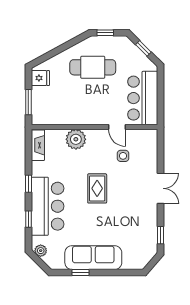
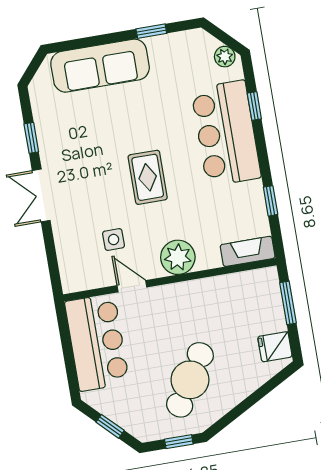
cafe table: (93, 67) -> (190, 380), turned -58
plant: (76, 139) -> (178, 257), moved
fireplace: (38, 145) -> (248, 251), moved, turned 90
window: (28, 184) -> (271, 201), moved
window: (160, 235) -> (31, 138), moved
sofa: (93, 258) -> (100, 66), moved

